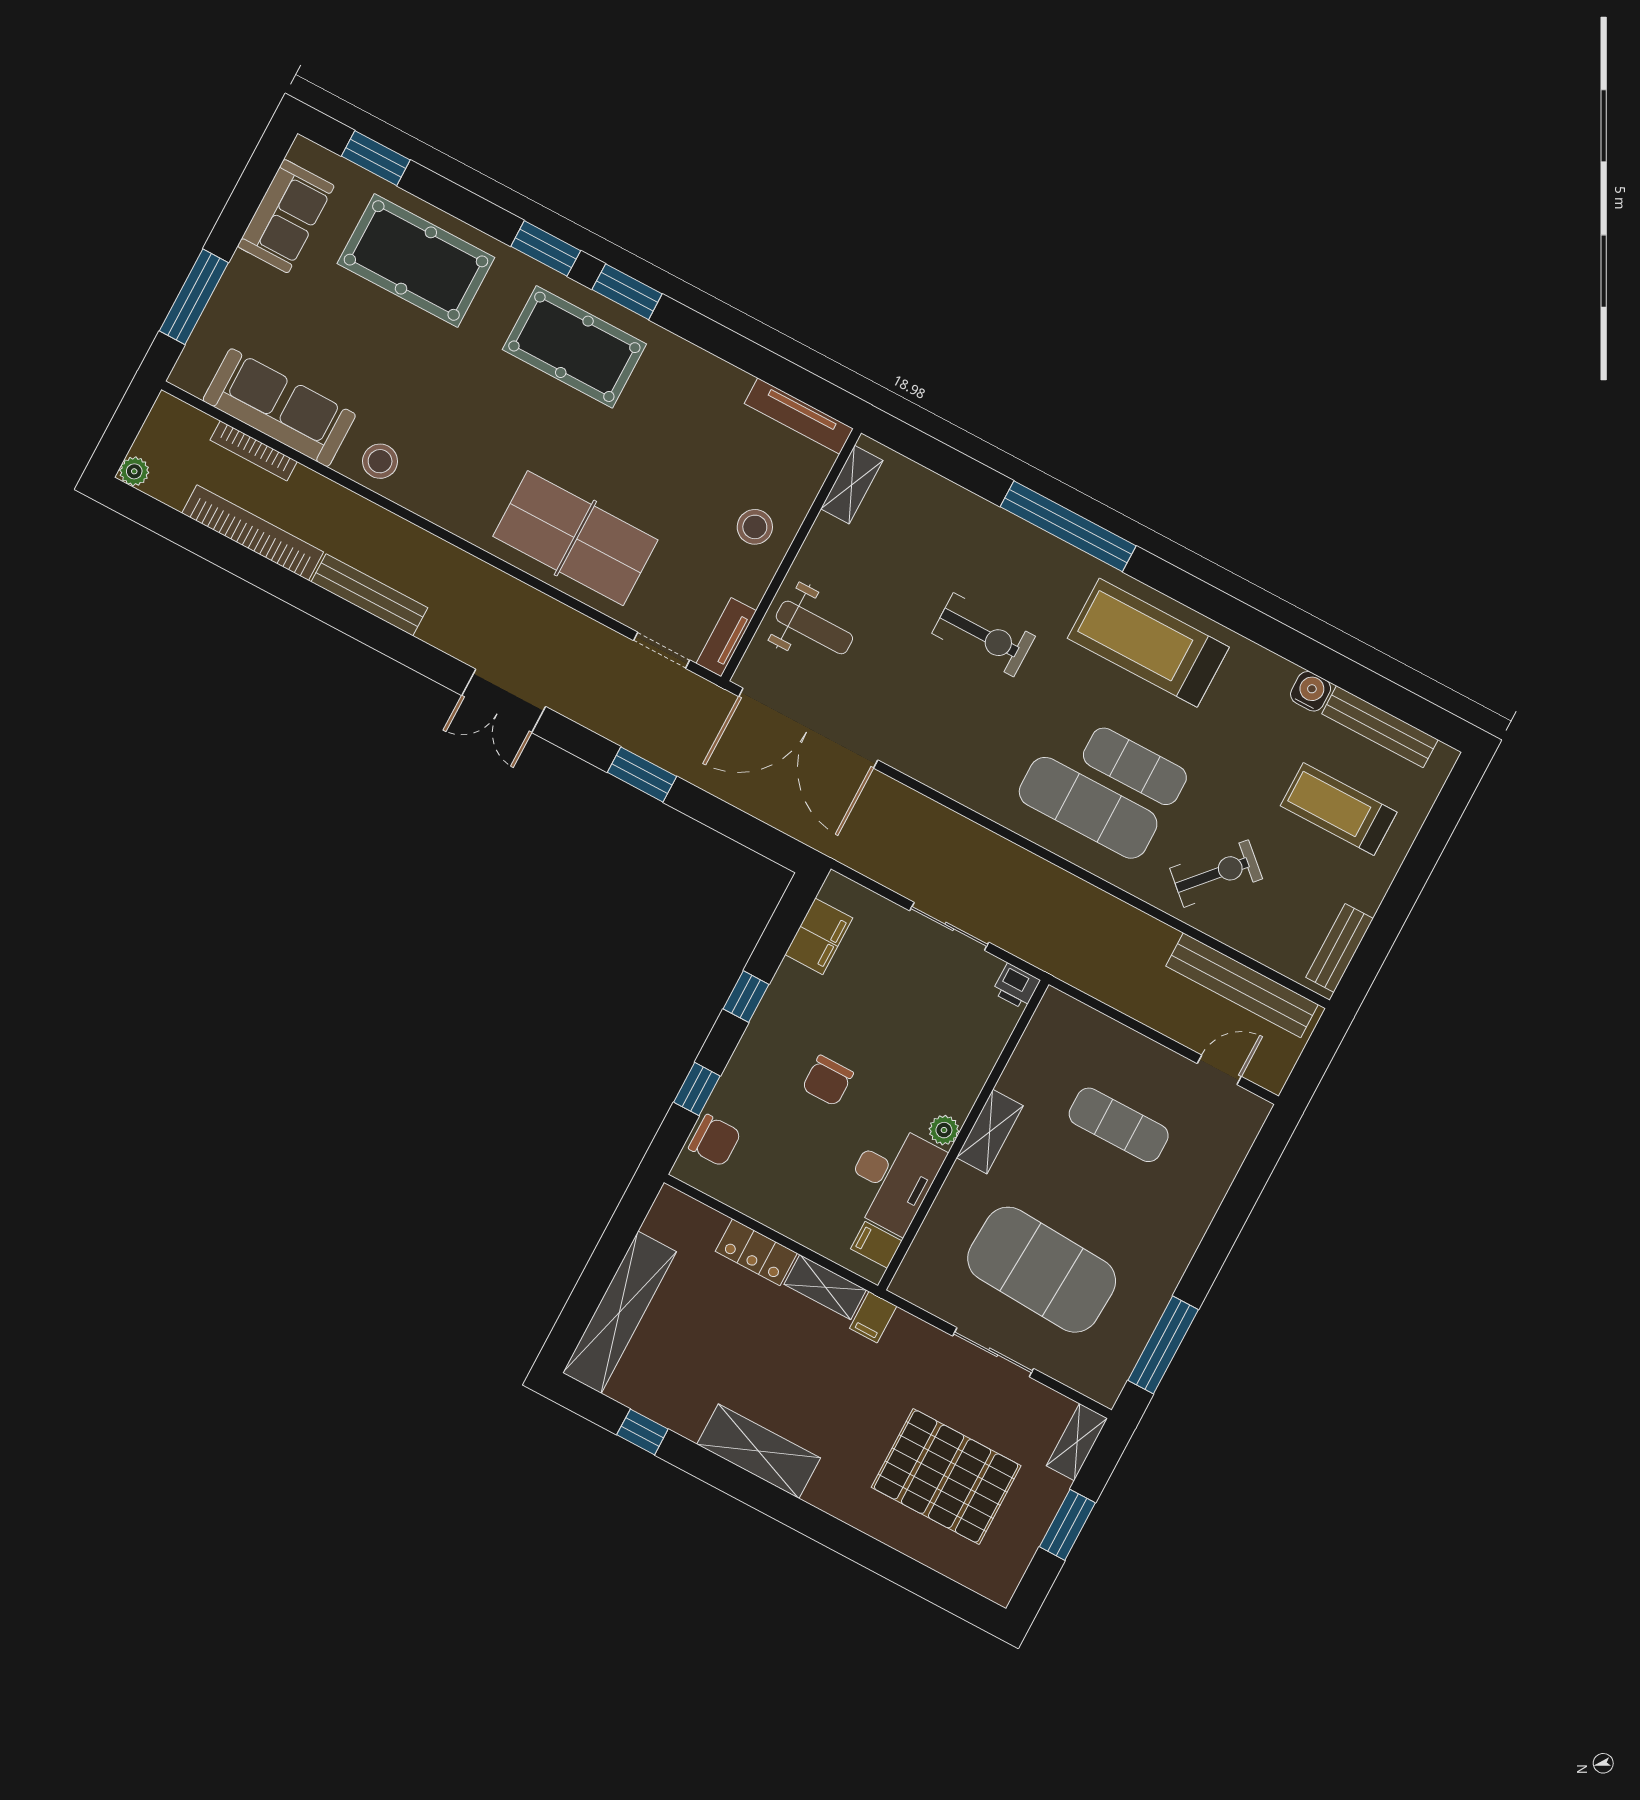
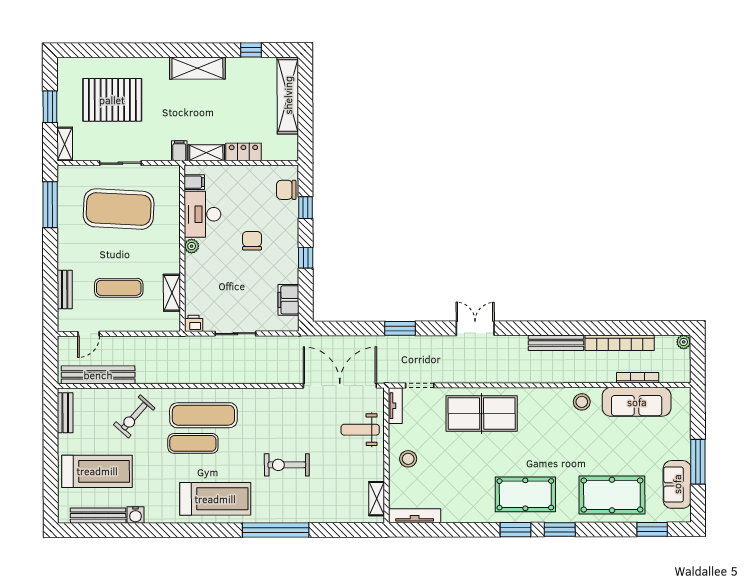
window: (194, 297) -> (698, 462), moved
treadmill: (1339, 809) -> (97, 471), width x1.37, depth x1.38
shelving: (990, 1132) -> (172, 293), moved
bench: (1220, 1175) -> (65, 289), added

